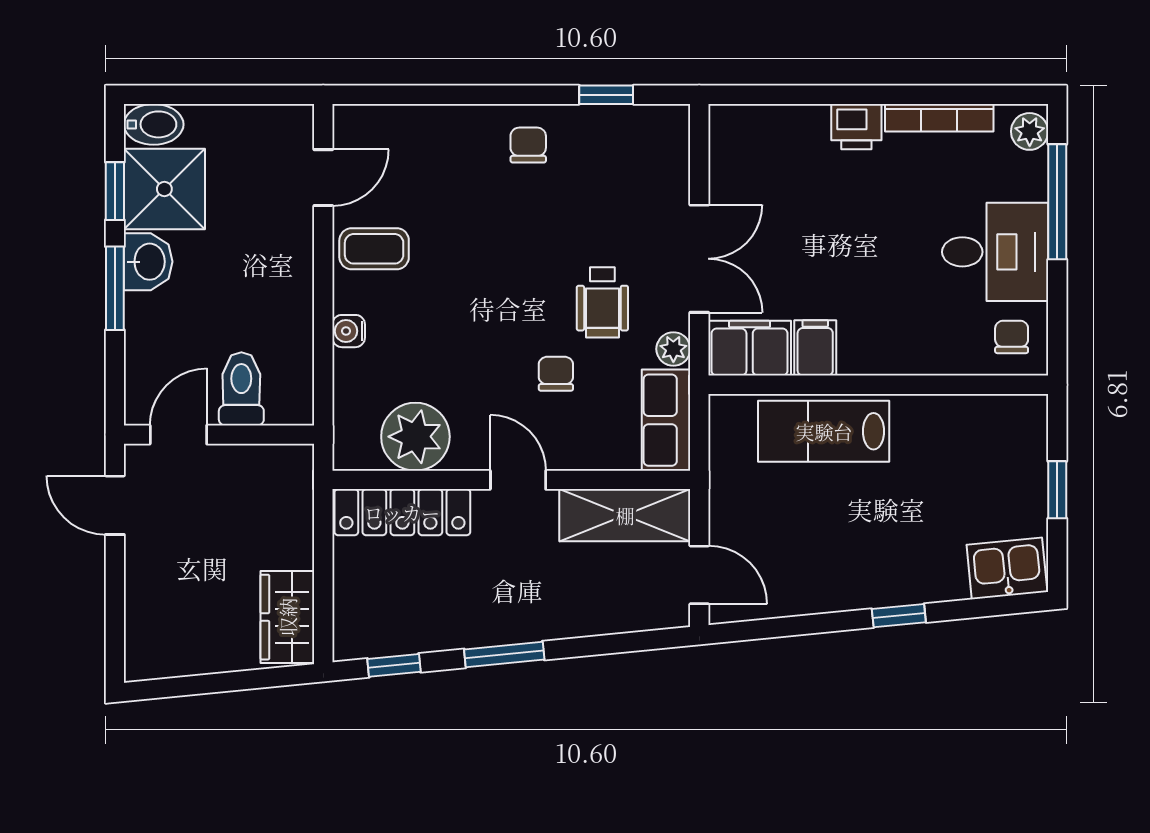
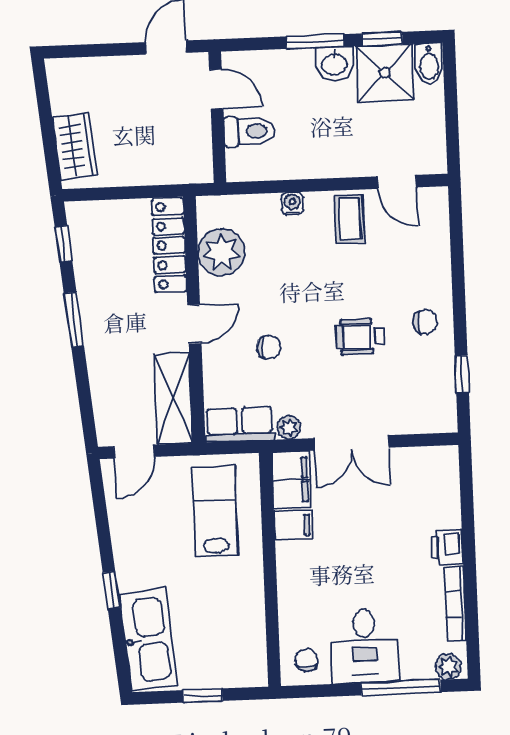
wheelchair: (602, 302) -> (360, 337), moved
chair: (1012, 337) -> (306, 660), turned -90
lab bench: (824, 431) -> (215, 511), moved
kitchen sink: (1007, 568) -> (148, 640), width x1.87, depth x1.24
wardrobe: (287, 617) -> (75, 146), moved, turned 84

